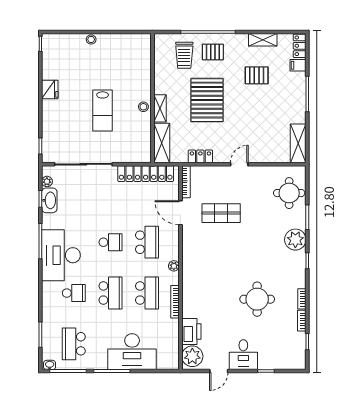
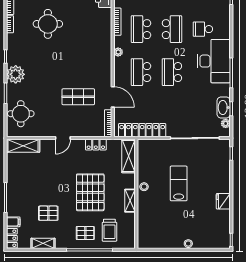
trolley: (184, 55) -> (109, 230), turned 180
shelving: (160, 108) -> (130, 201), moved
shelving: (298, 143) -> (23, 146), moved, turned 90
school desk: (110, 242) -> (172, 72), width x1.85
school desk: (110, 293) -> (172, 29), turned 180

